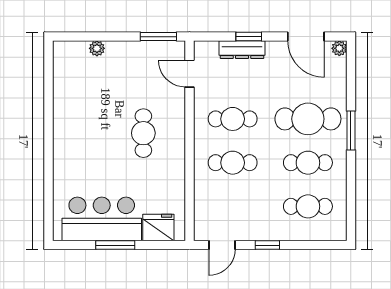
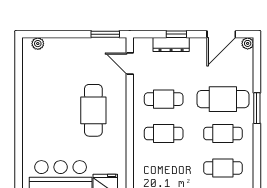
door: (306, 37) -> (221, 34), hinge flipped
plant: (97, 48) -> (38, 44), moved
cafe table: (143, 133) -> (93, 110), width x1.37, depth x1.35

